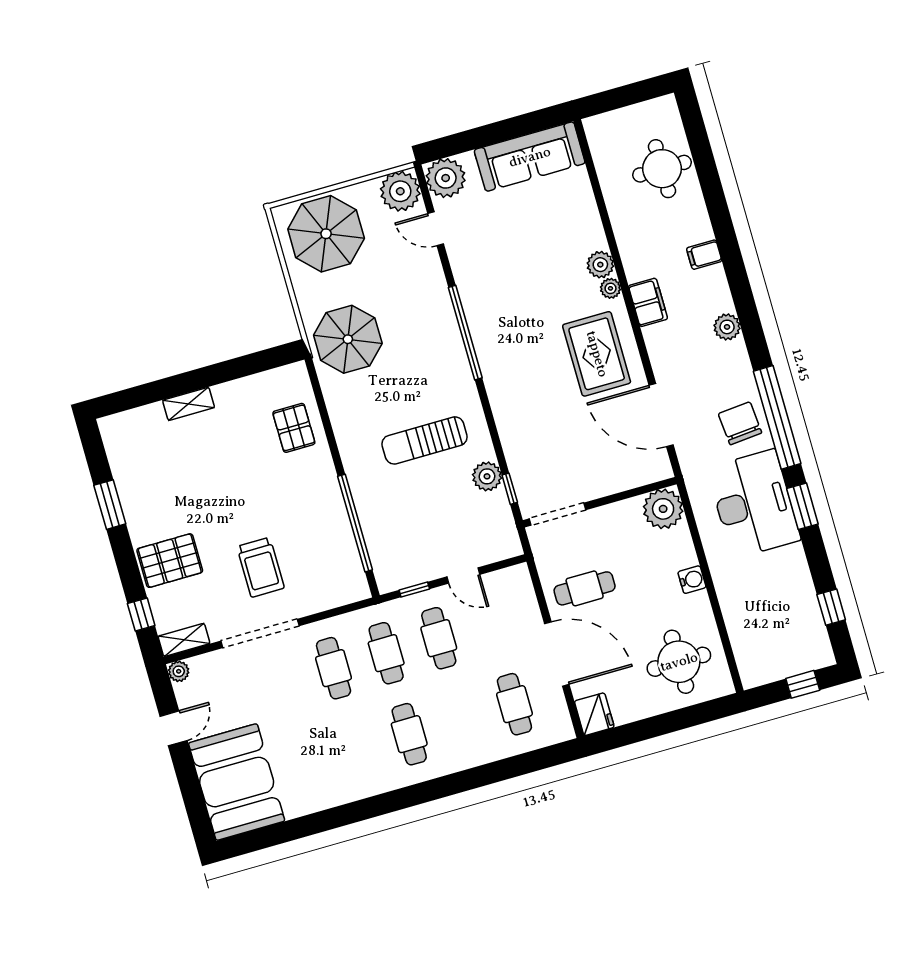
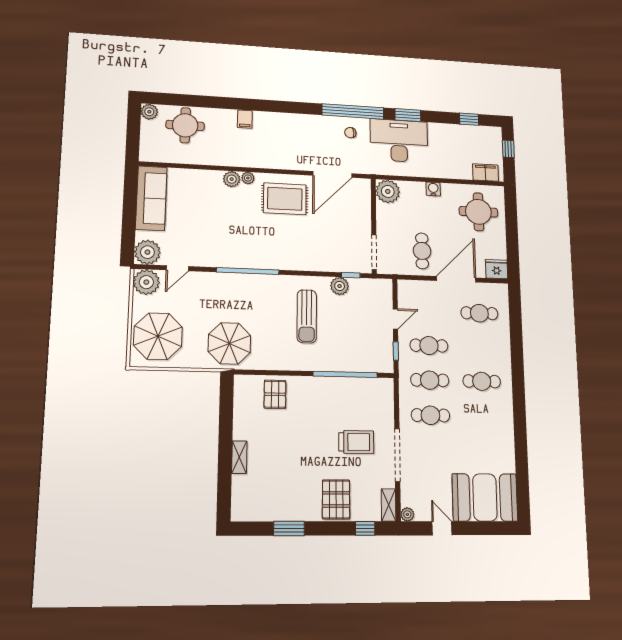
filing cabinet: (648, 302) -> (486, 173), moved
plant: (727, 327) -> (149, 112), moved
chair: (740, 423) -> (350, 133), width x0.54, depth x0.54
pallet: (294, 428) -> (275, 394), turned 90

